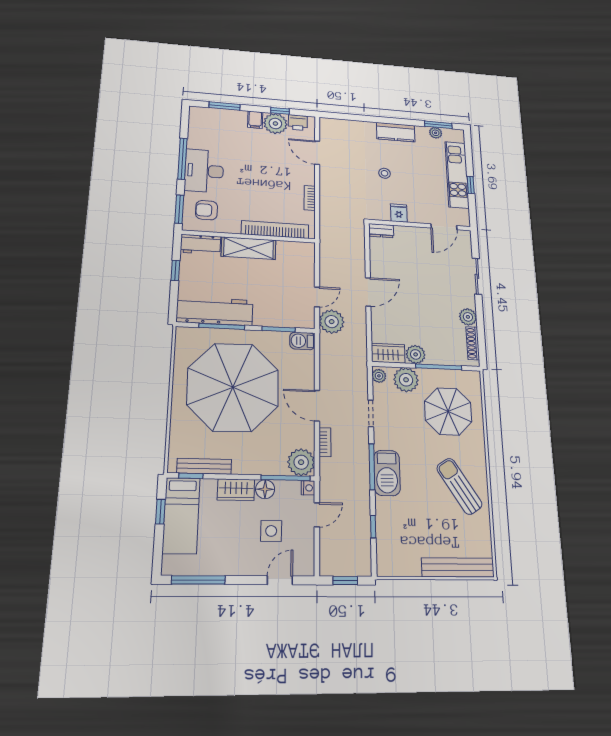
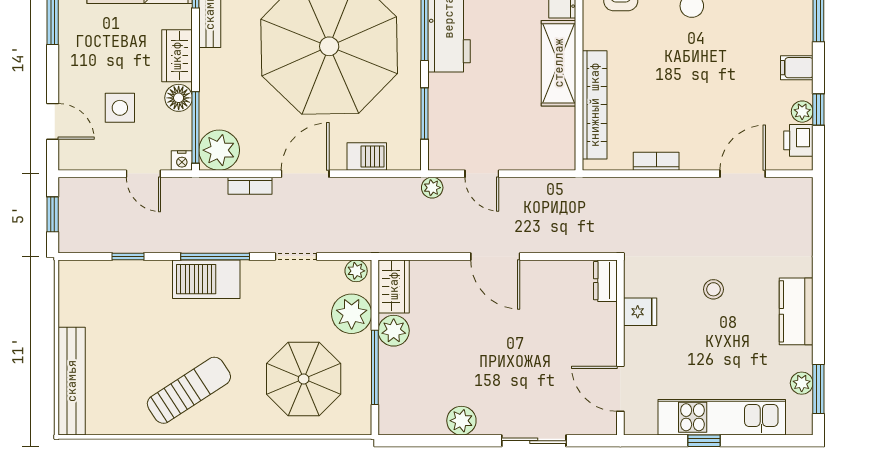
plant: (275, 124) -> (802, 112), width x0.53, depth x0.53
plant: (332, 322) -> (432, 188), width x0.53, depth x0.53
barbecue: (302, 341) -> (367, 156), moved, turned 90
shoe rack: (473, 343) -> (417, 426), removed

